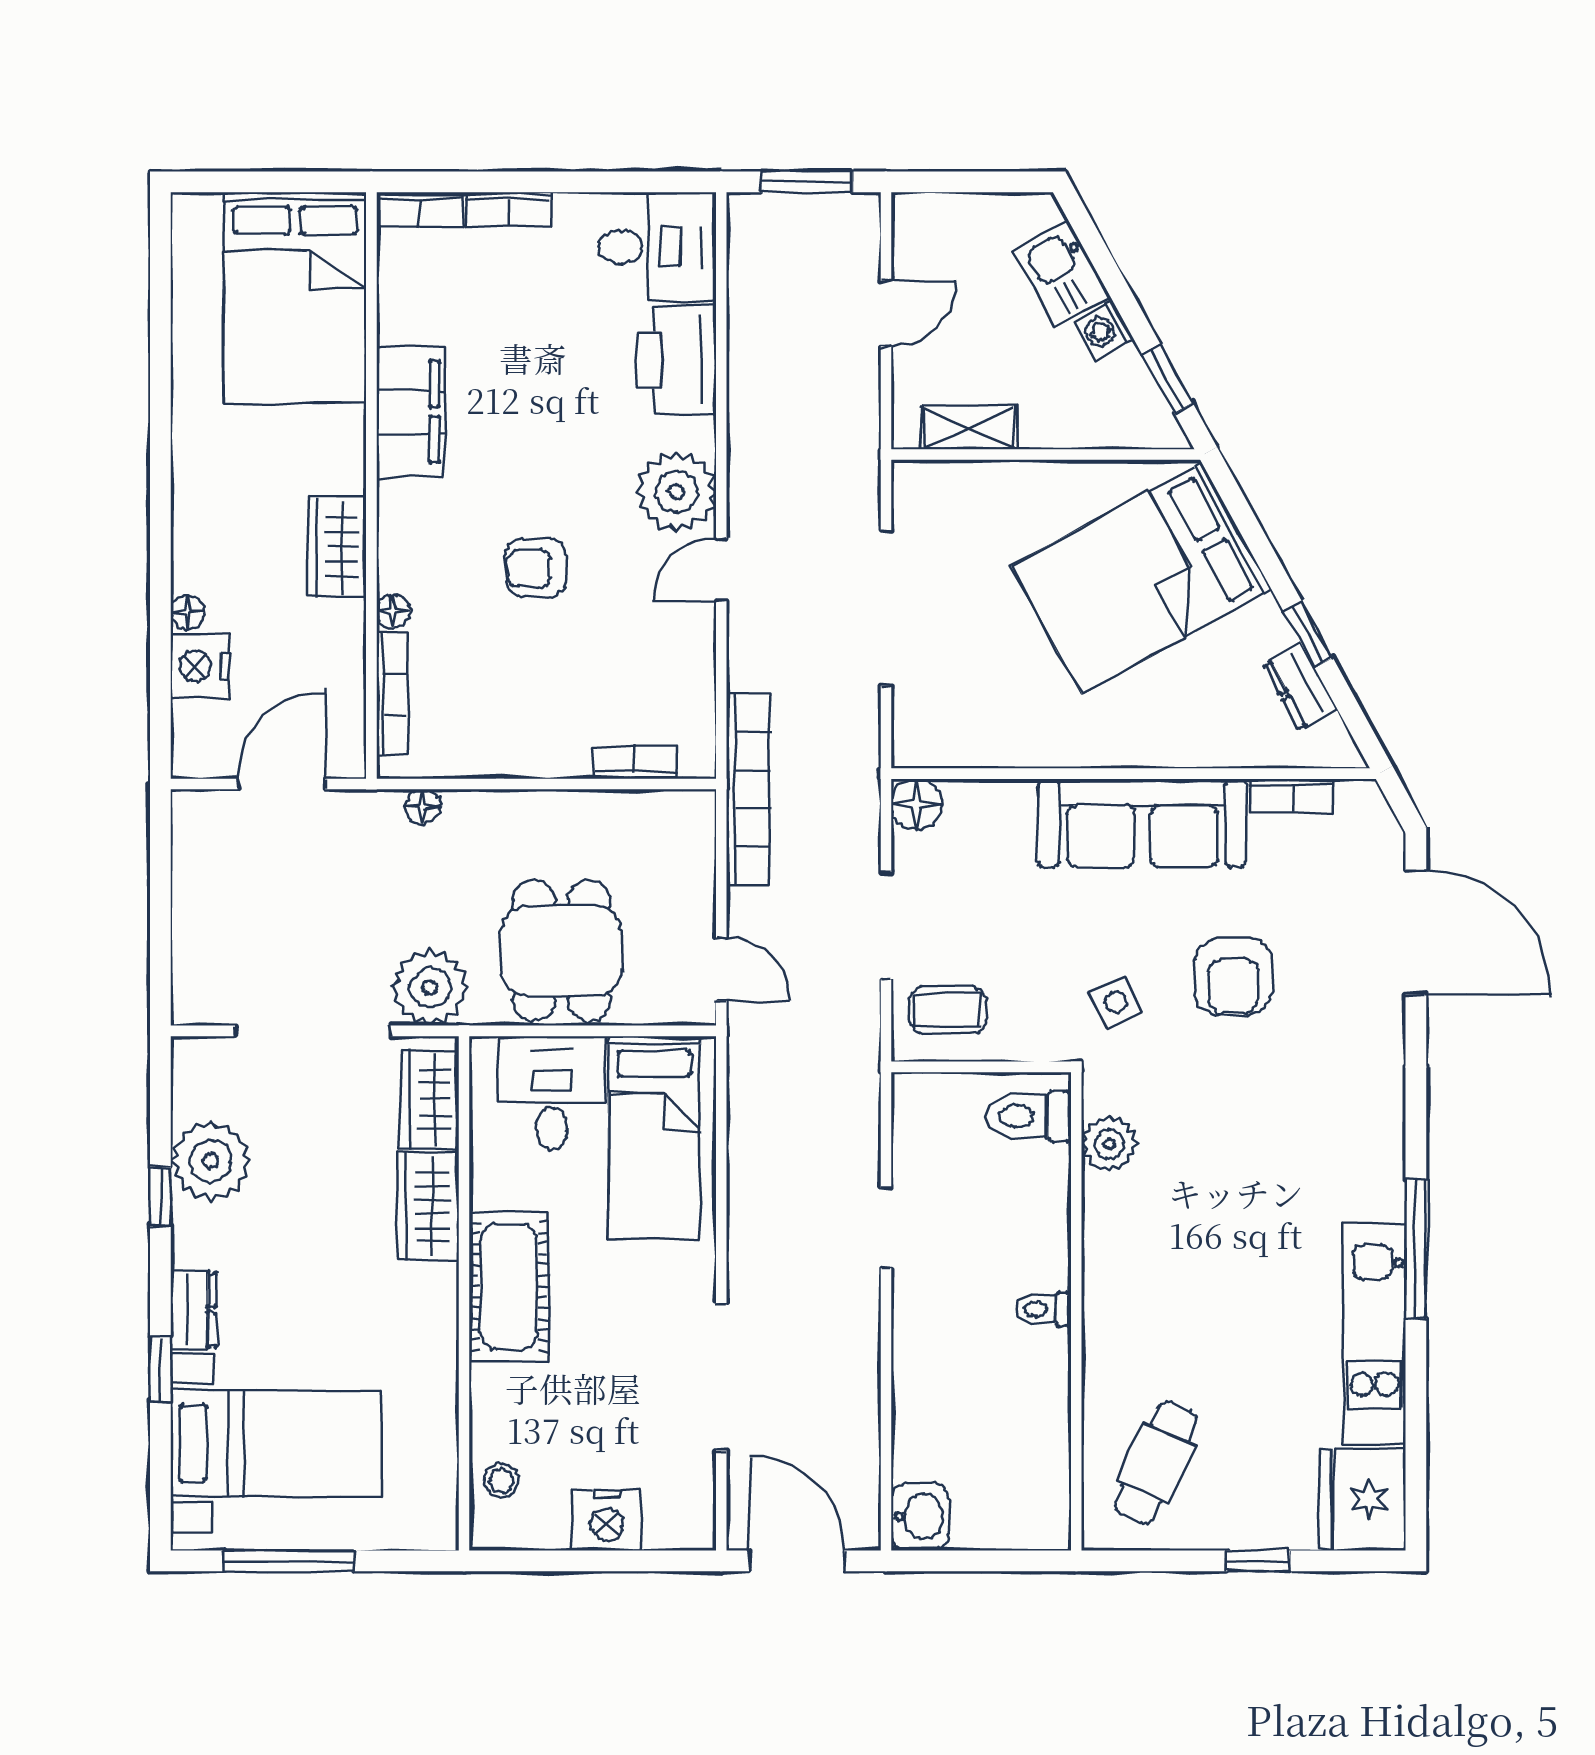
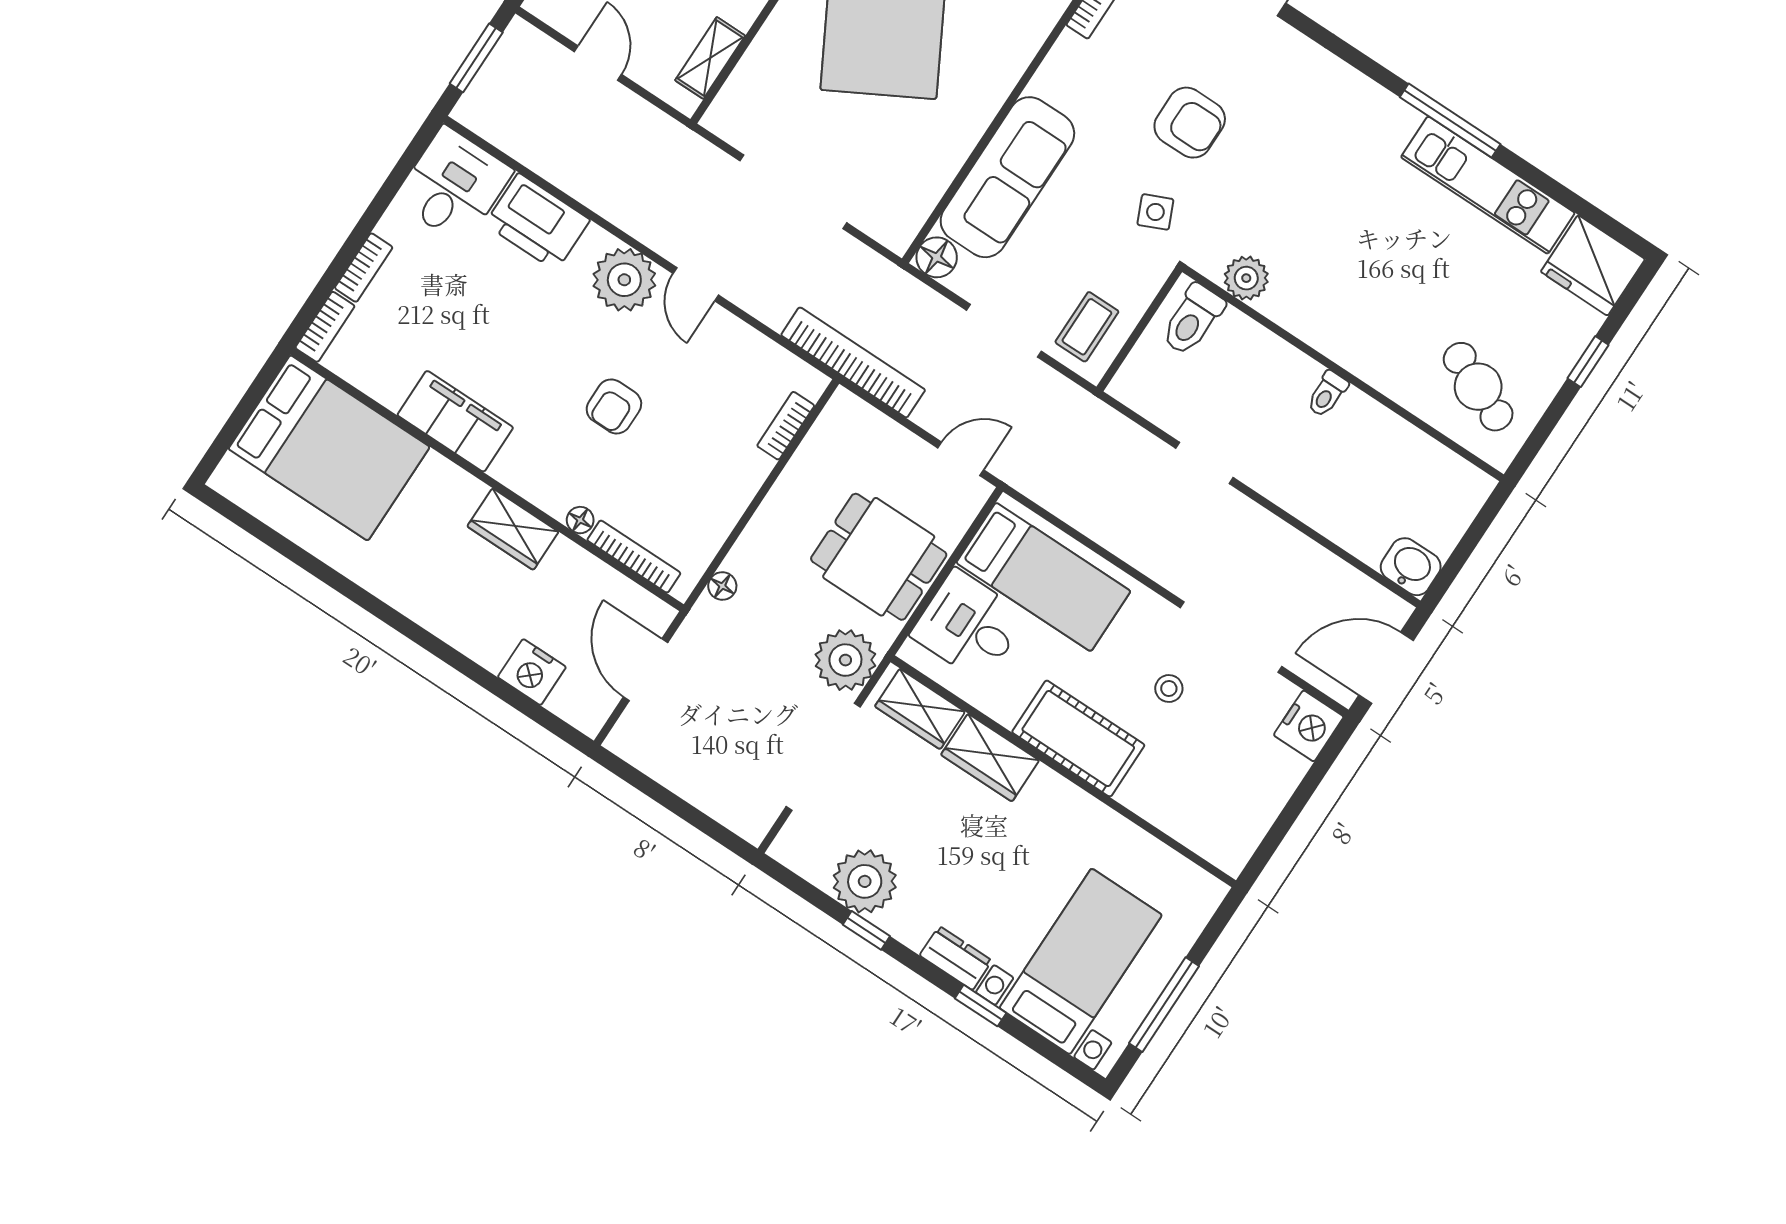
floor lamp: (188, 612) -> (491, 657), removed
sofa: (1142, 823) -> (1007, 177), moved
stool: (501, 1481) -> (1169, 689), moved
nightstand: (607, 1520) -> (1309, 726), moved

